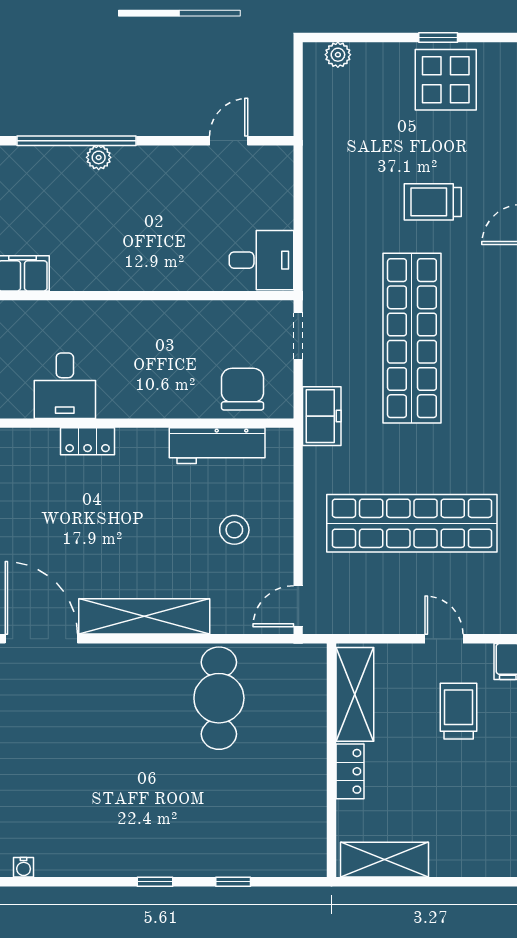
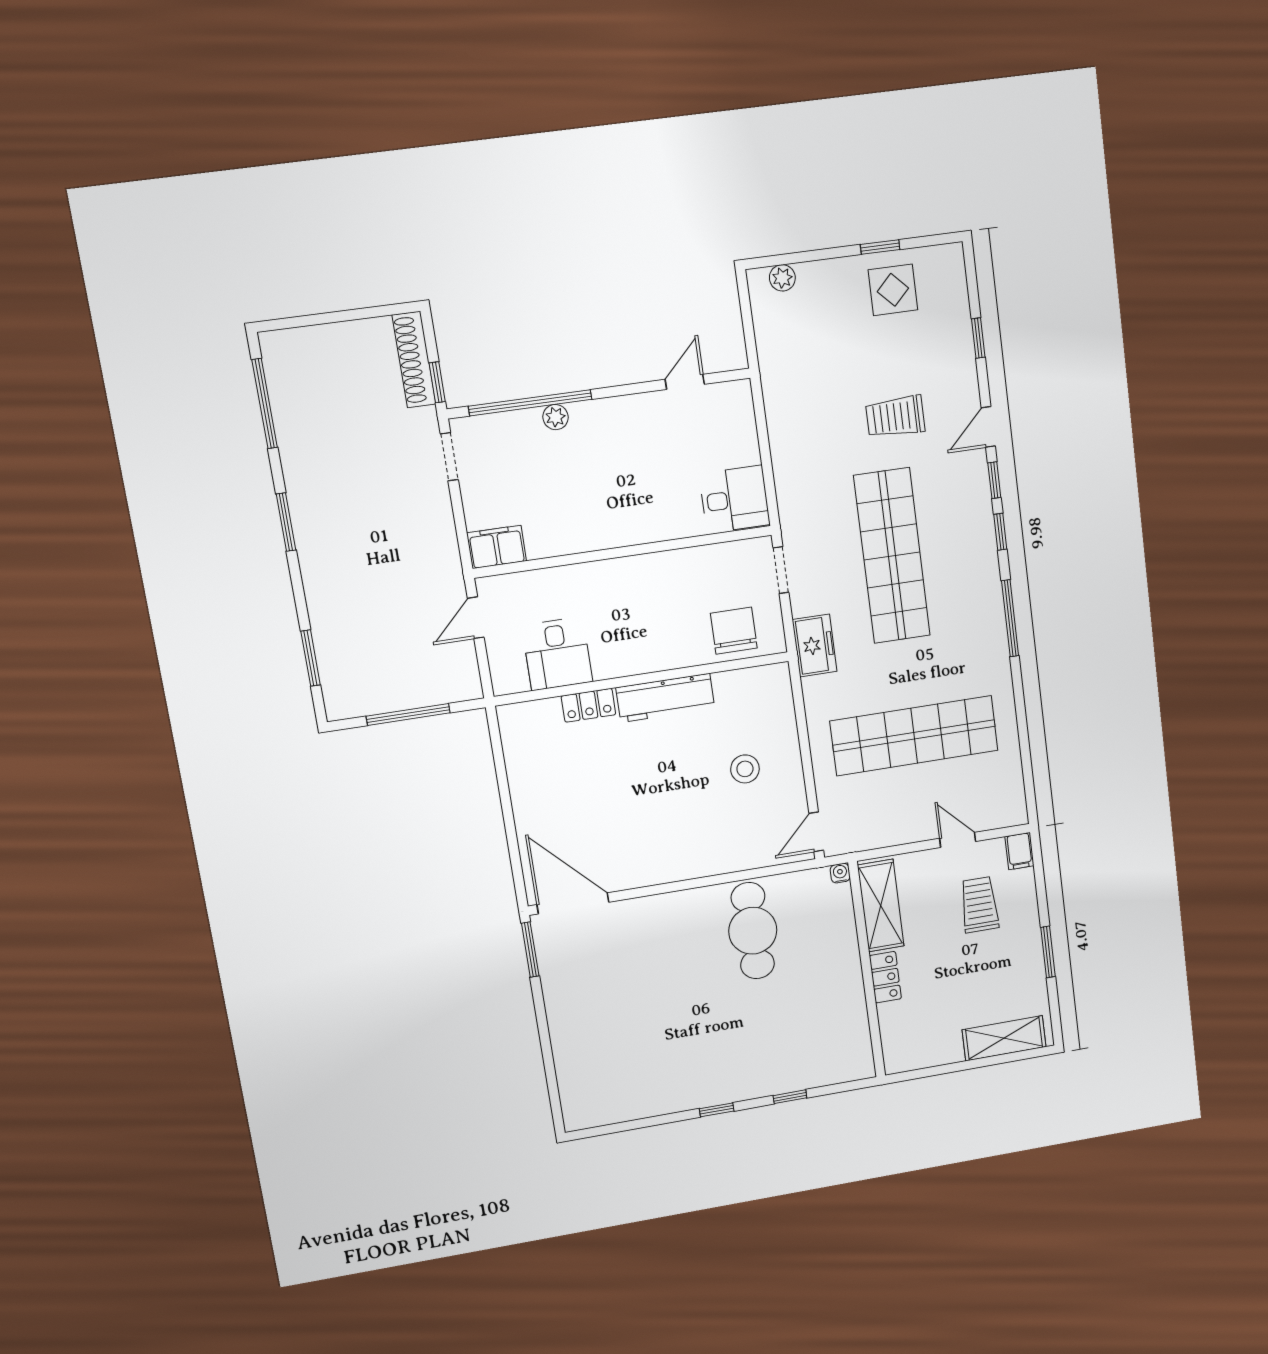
display table: (446, 80) -> (893, 290), width x0.73, depth x0.73
workbench: (217, 446) -> (665, 698), moved
shelving: (144, 616) -> (670, 866), removed
shelving: (385, 860) -> (1004, 1038), moved
water cooler: (24, 867) -> (840, 873), moved, turned 180

